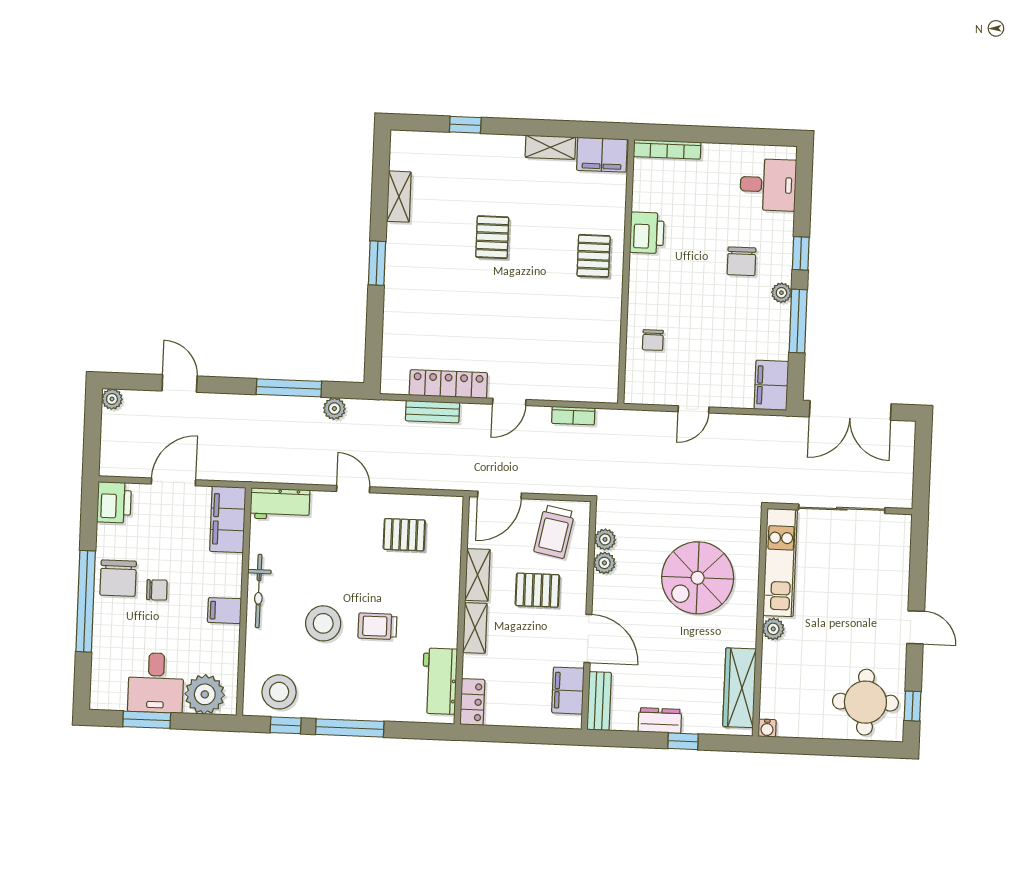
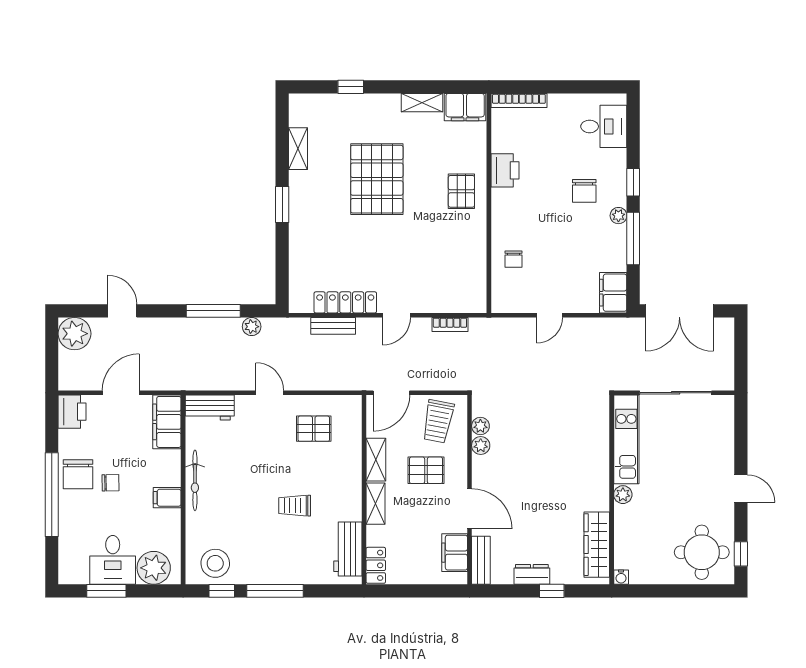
pallet: (492, 237) -> (377, 179), width x2.05, depth x2.00
plant: (112, 399) -> (74, 334), width x1.87, depth x1.87
spiral stairs: (698, 578) -> (558, 455), removed
stool: (323, 623) -> (250, 505), removed

